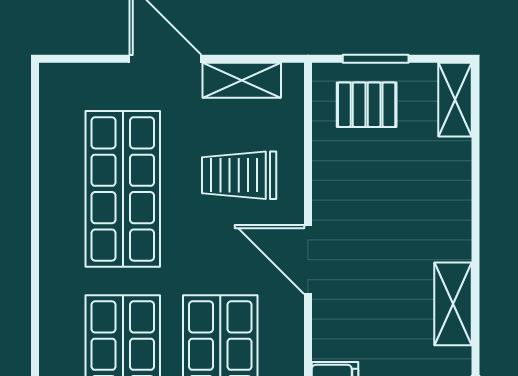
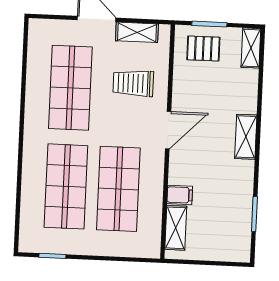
door: (308, 260) -> (168, 130), swing flipped
shelving: (453, 304) -> (246, 137), moved

